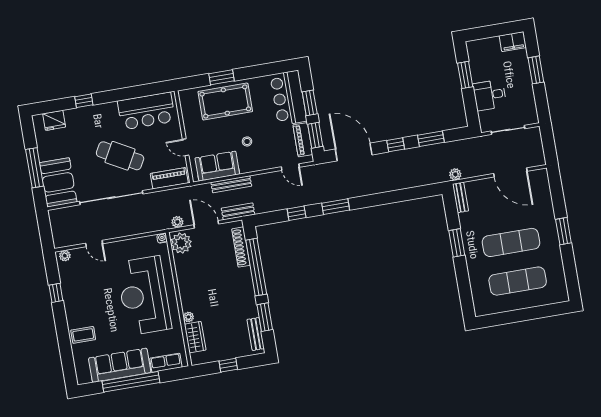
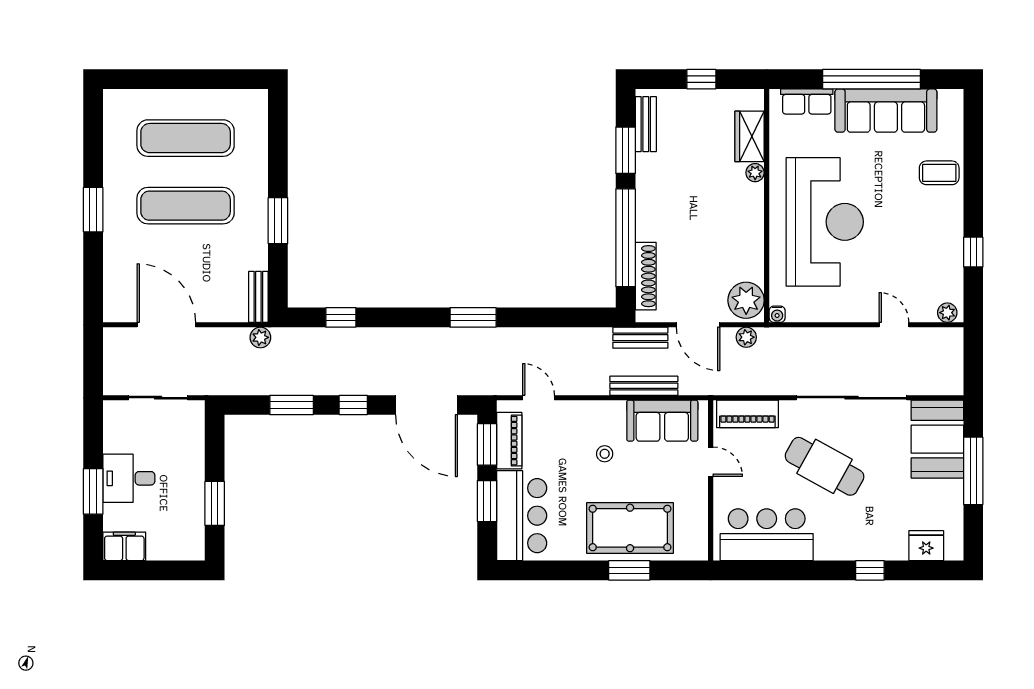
desk: (490, 95) -> (129, 478), moved, turned 180
window: (297, 213) -> (341, 317), moved

